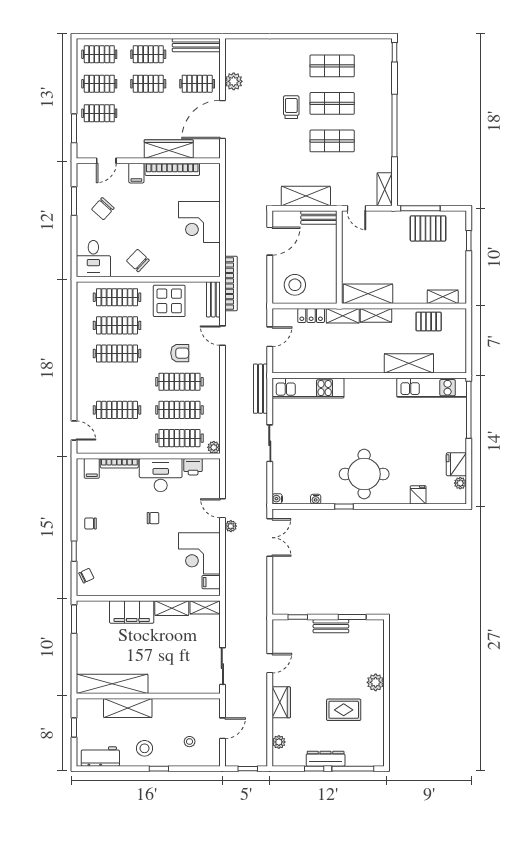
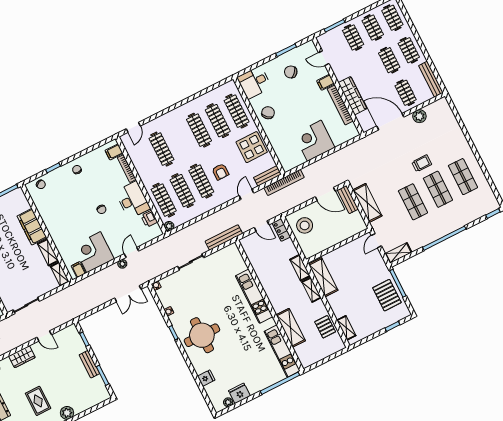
bench: (319, 217) -> (348, 200), moved
locker: (311, 316) -> (281, 230), moved
kitchen unit: (308, 388) -> (254, 296), moved

